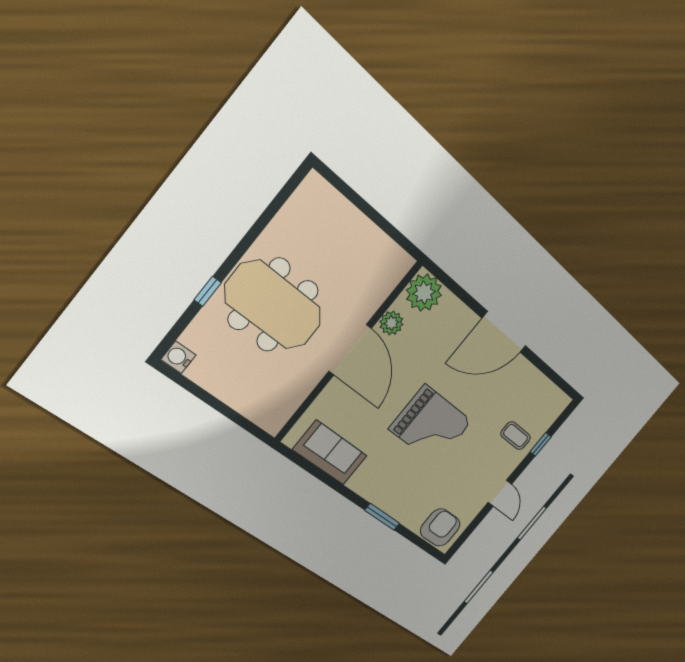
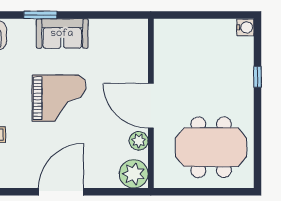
meeting table: (273, 305) -> (211, 147), moved
grand piano: (431, 425) -> (59, 98), turned 180
sofa: (330, 453) -> (62, 34), moved

